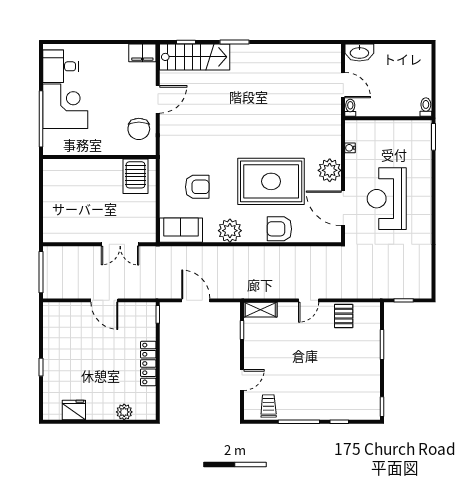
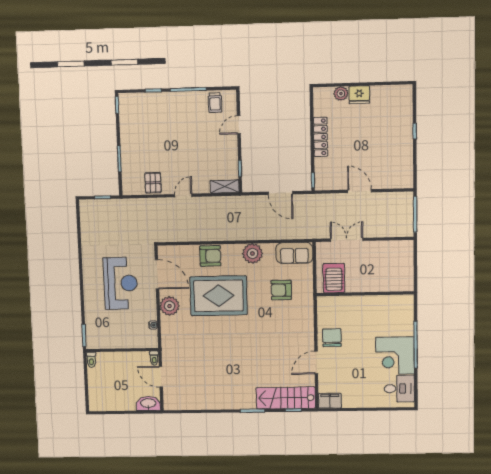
wall: (99, 157) -> (365, 294), moved
server rack: (135, 176) -> (334, 278), moved
fridge: (74, 410) -> (359, 95), moved

